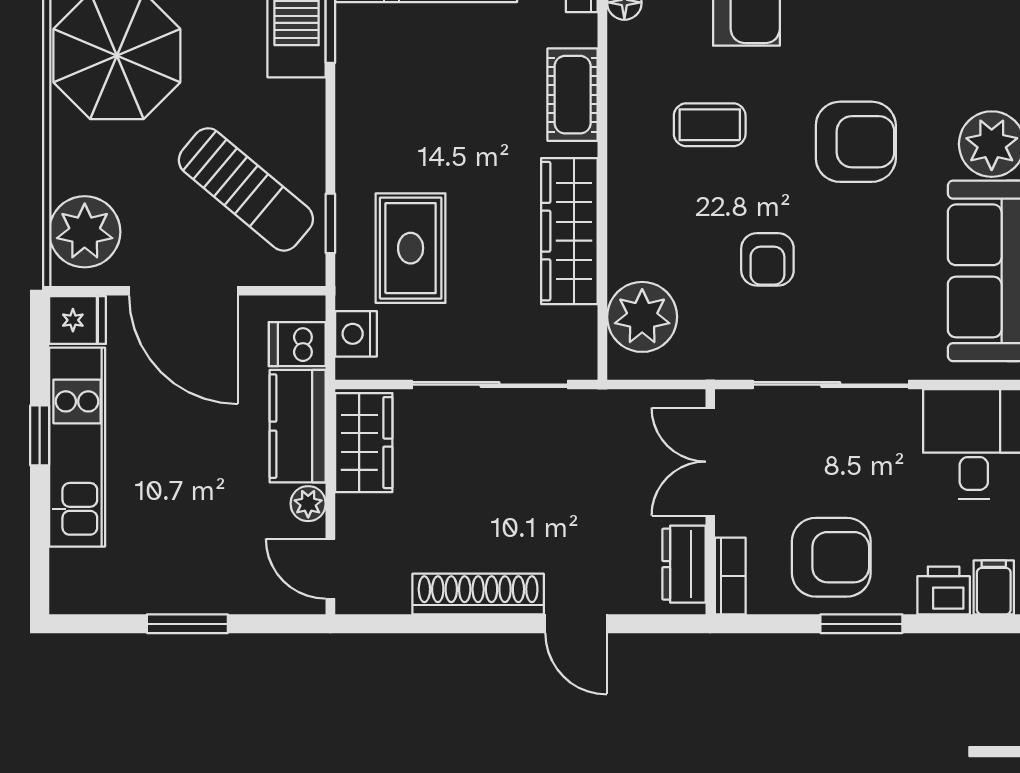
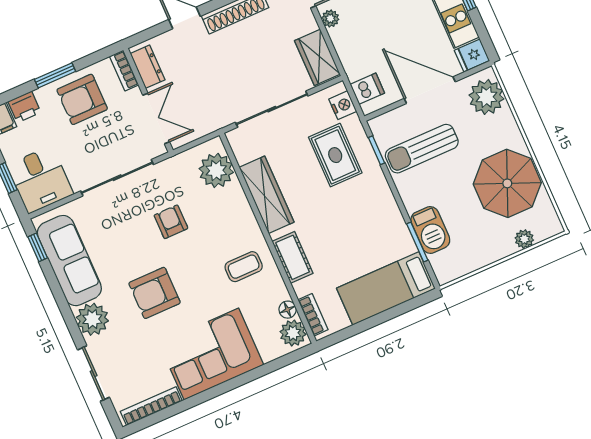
coffee table: (710, 125) -> (244, 267), moved
sun lounger: (246, 189) -> (422, 149), turned -40
kitchen counter: (298, 426) -> (351, 52), removed

